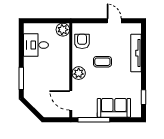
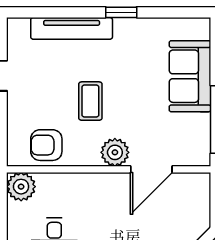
window: (143, 97) -> (121, 12), moved
door: (71, 100) -> (151, 169), moved

